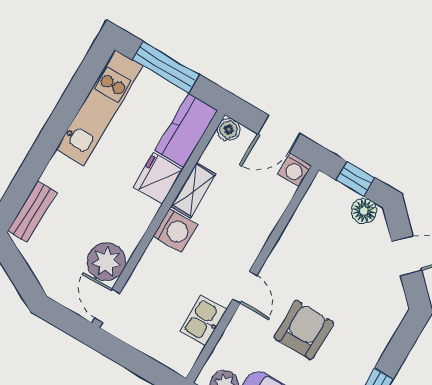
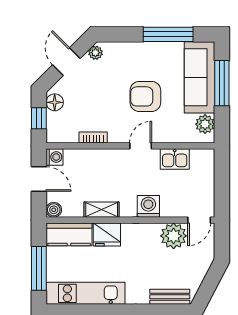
washing machine: (175, 230) -> (148, 206), moved
bookcase: (291, 233) -> (93, 137), added
plant: (396, 299) -> (95, 53), added

